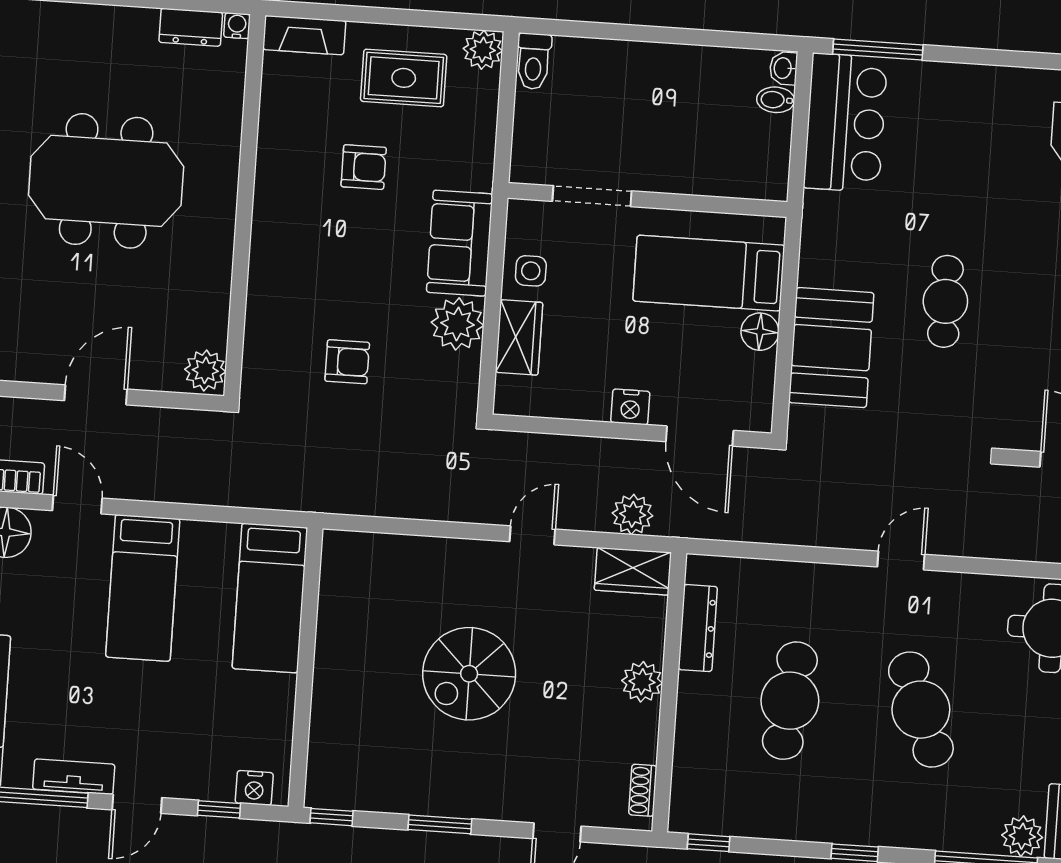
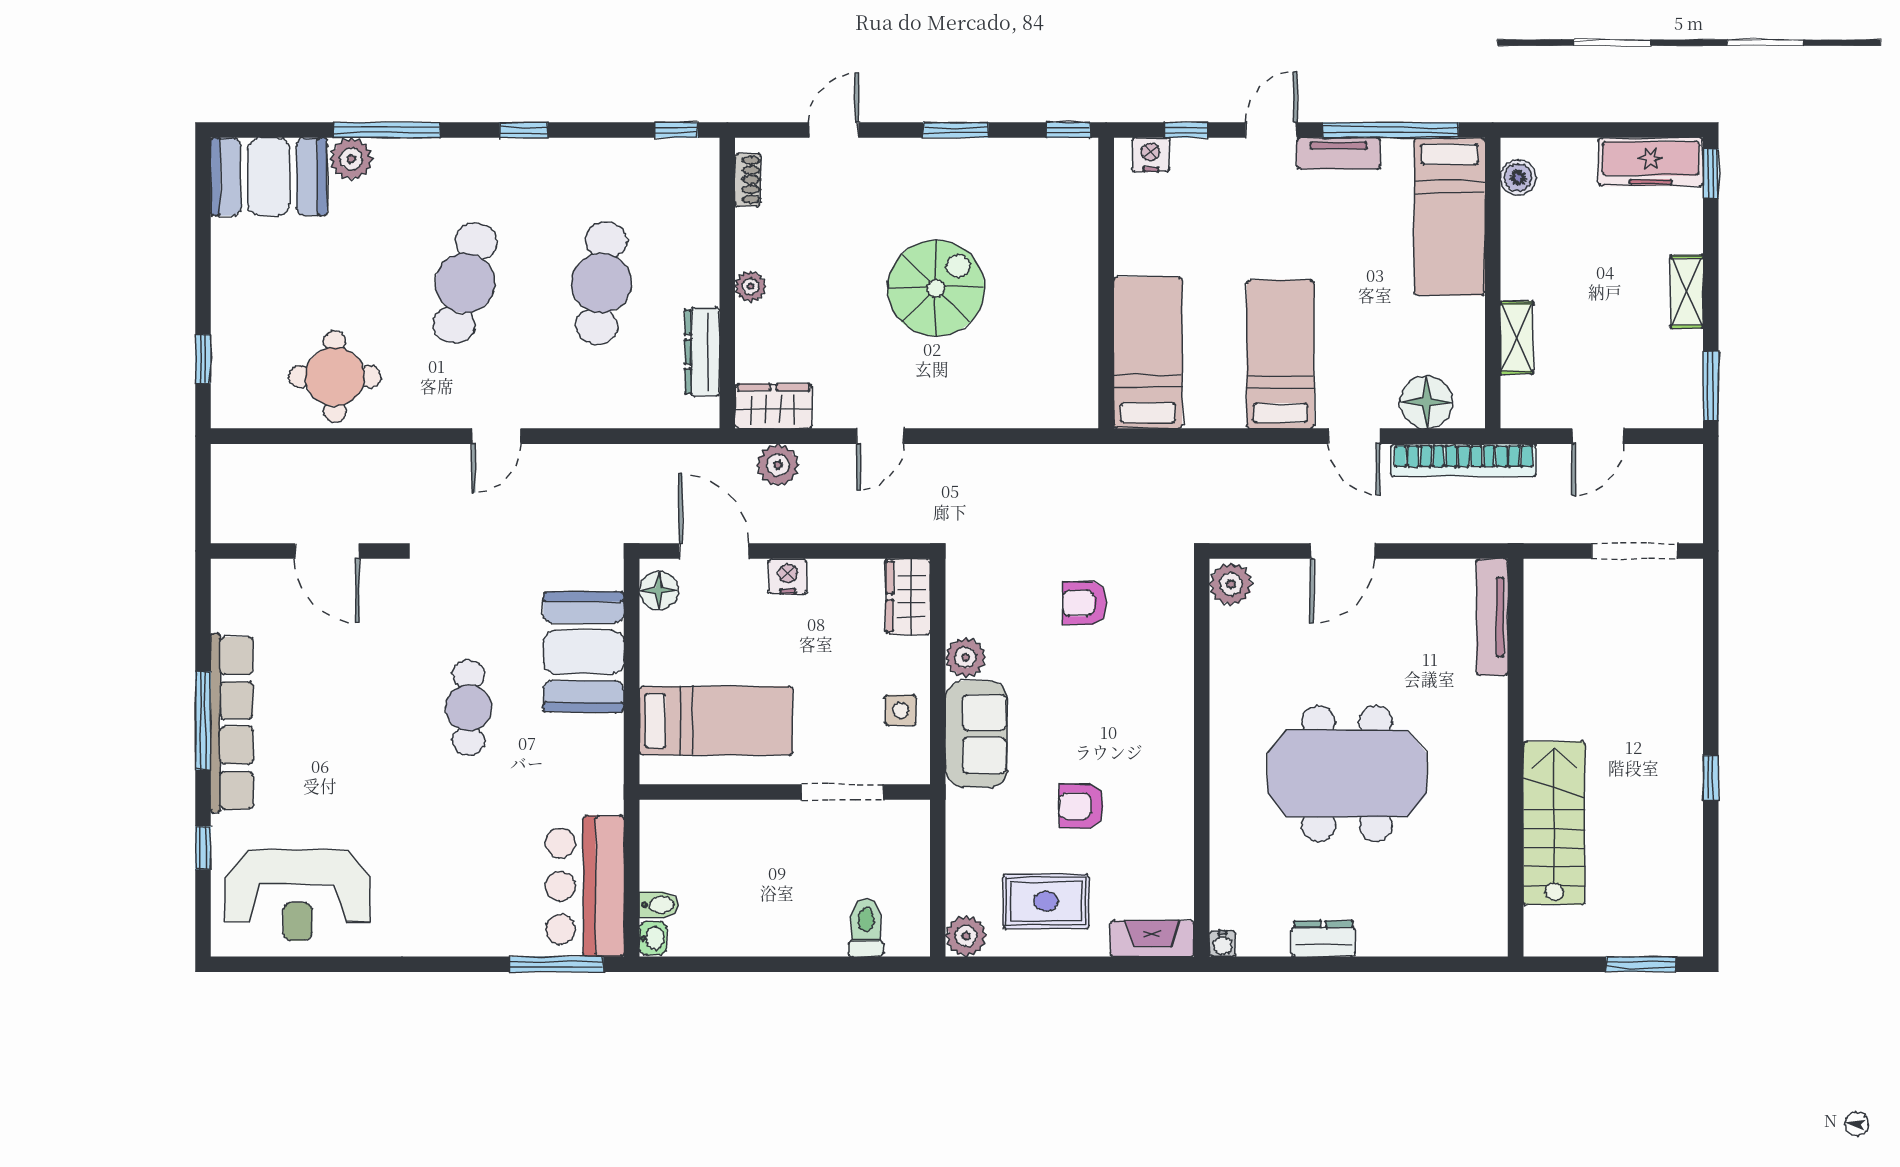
dresser: (191, 27) -> (1323, 939), moved
toilet: (534, 61) -> (866, 928), moved
plant: (457, 324) -> (966, 657), width x0.73, depth x0.73
floor lamp: (760, 332) -> (659, 590), moved
wardrobe: (519, 337) -> (908, 597), moved
plant: (642, 682) -> (750, 286), width x0.73, depth x0.73
cafe table: (921, 710) -> (465, 283), turned 36

